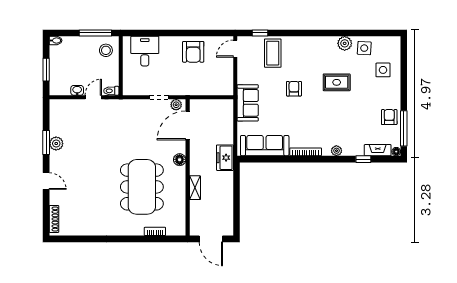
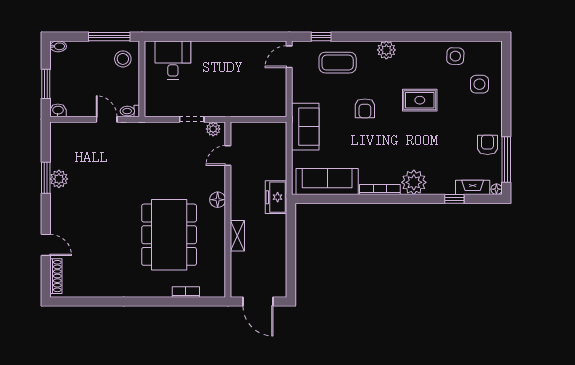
plant: (345, 43) -> (386, 50), moved
armchair: (193, 52) -> (235, 61), removed
coffee table: (273, 53) -> (338, 63), turned 90
armchair: (294, 89) -> (365, 108), turned 180
washbasin: (77, 90) -> (58, 110), moved
door: (93, 97) -> (107, 119), hinge flipped
door: (188, 125) -> (228, 156), width x0.53
plant: (336, 151) -> (414, 182), width x1.88, depth x1.88
door: (46, 181) -> (46, 245), moved

